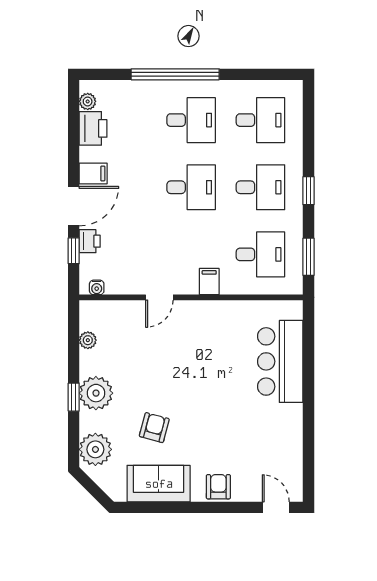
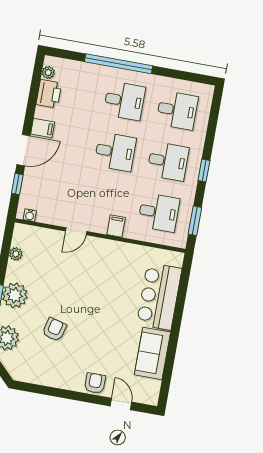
printer: (90, 241) -> (31, 179), removed
sofa: (159, 484) -> (152, 353), moved, turned -90
door: (276, 507) -> (121, 404), moved

